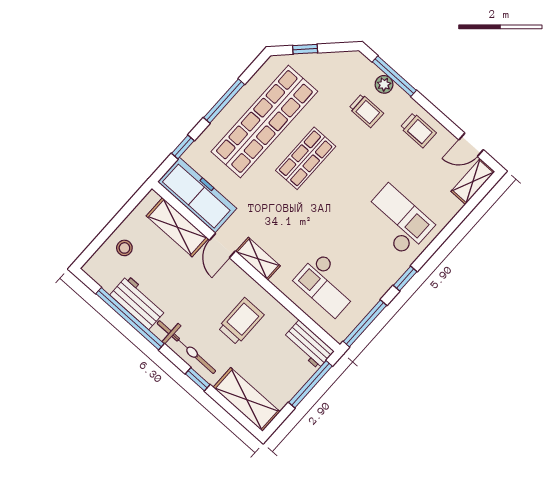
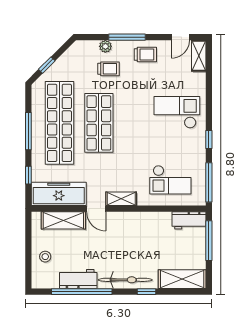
window: (394, 76) -> (127, 37), moved
shop shelf: (306, 158) -> (99, 123), width x1.43, depth x1.36
trolley: (241, 321) -> (142, 240), removed

